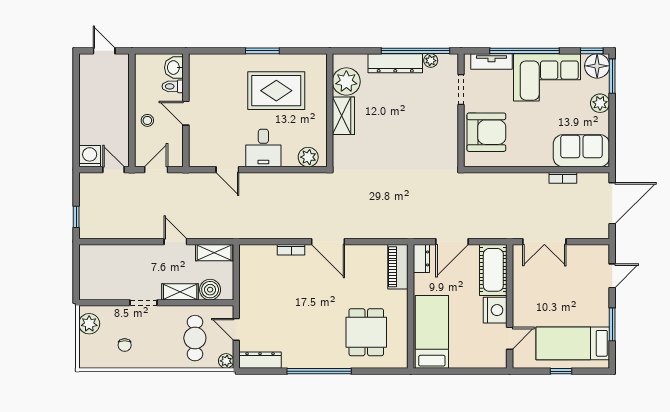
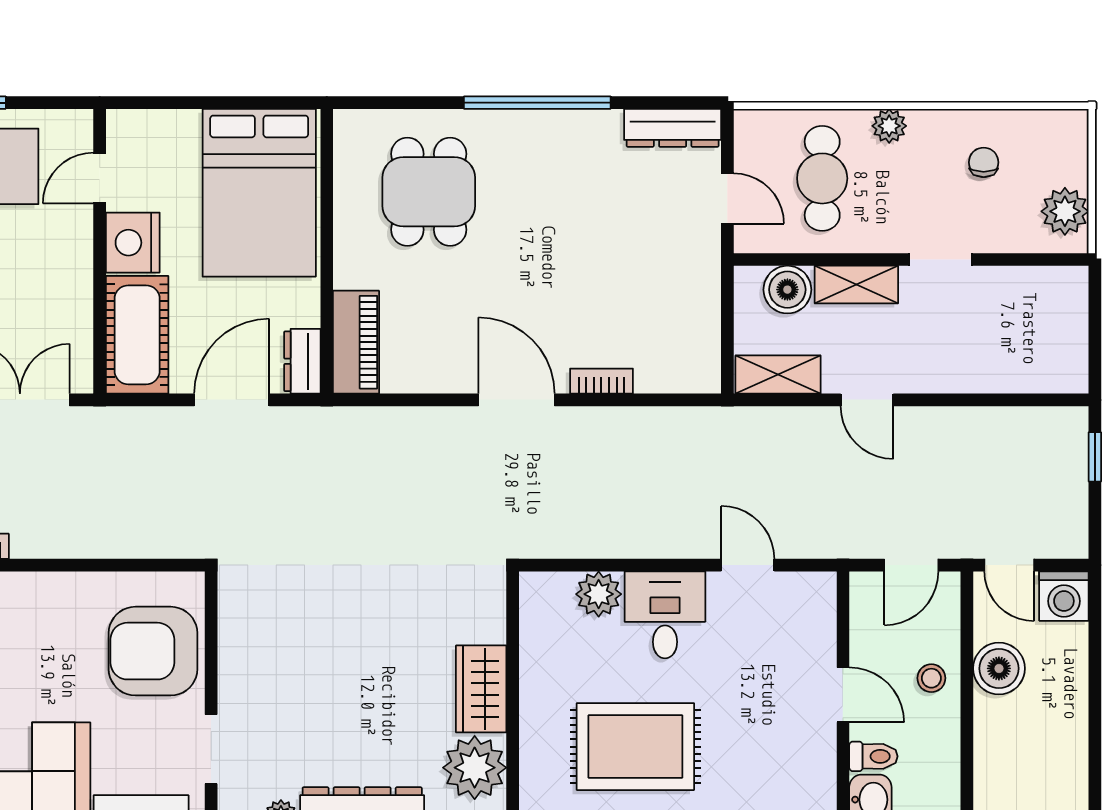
boiler: (118, 125) -> (999, 668), added
plant: (308, 157) -> (599, 594), moved
bed: (432, 332) -> (259, 193), width x1.50
plant: (226, 361) -> (889, 126), moved

